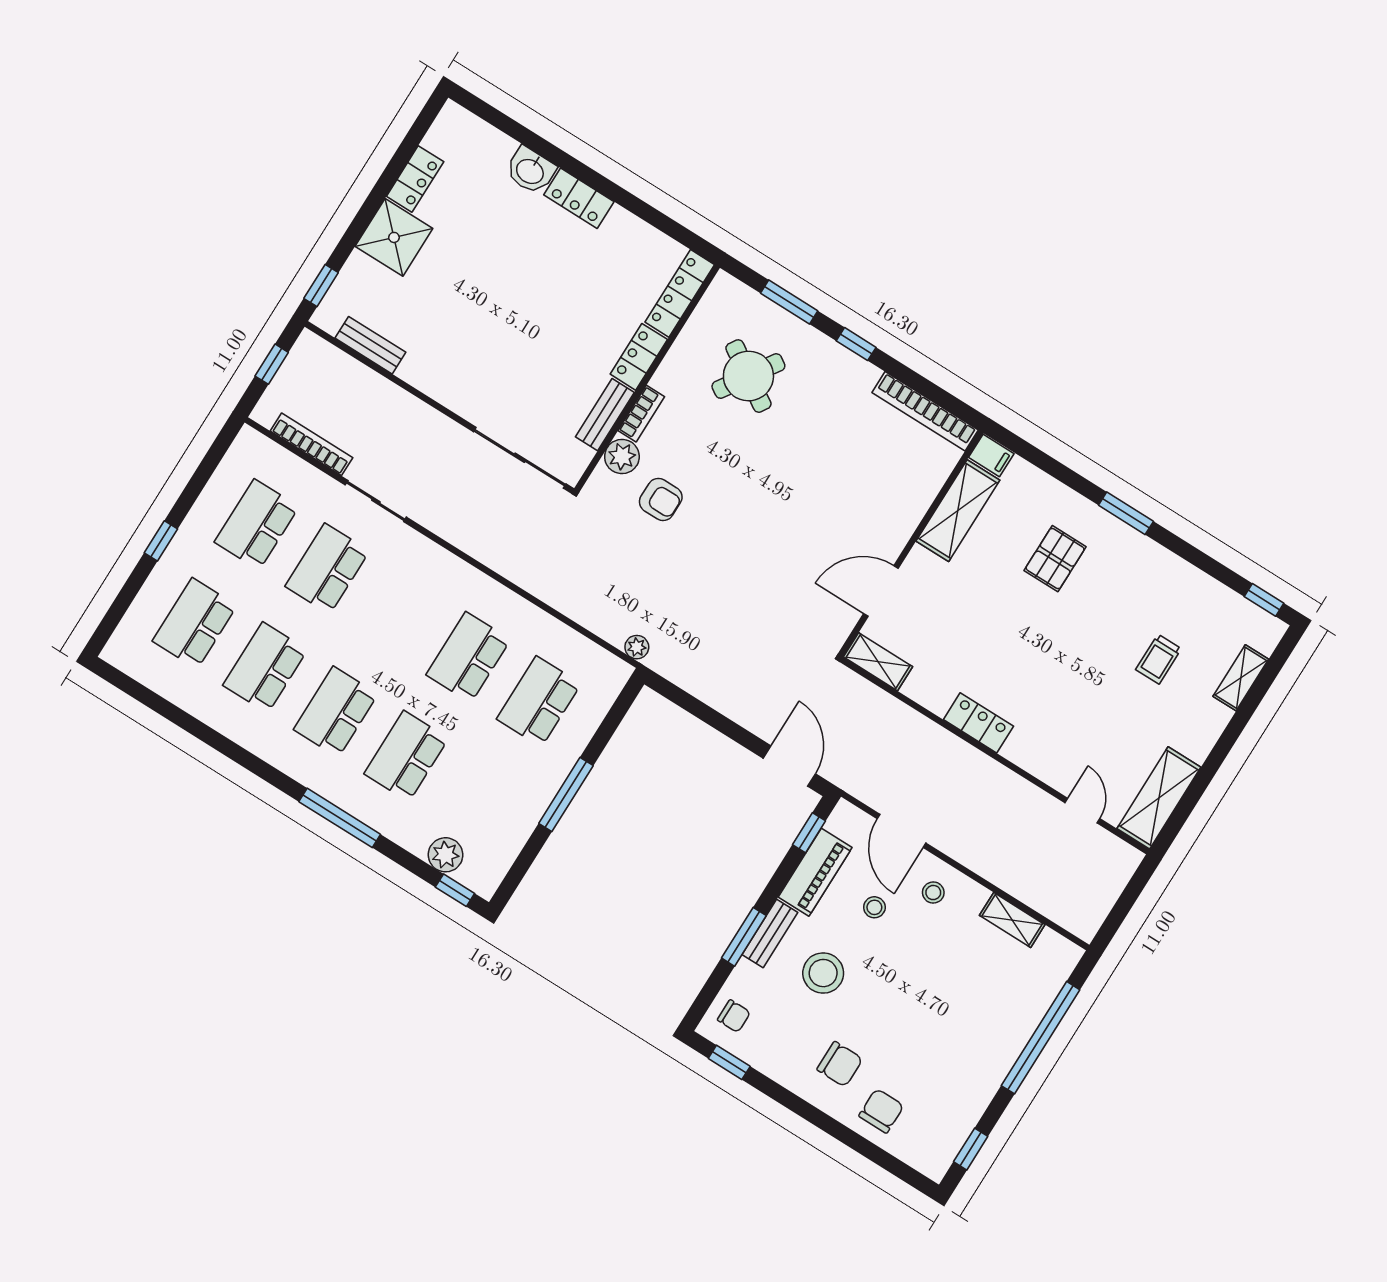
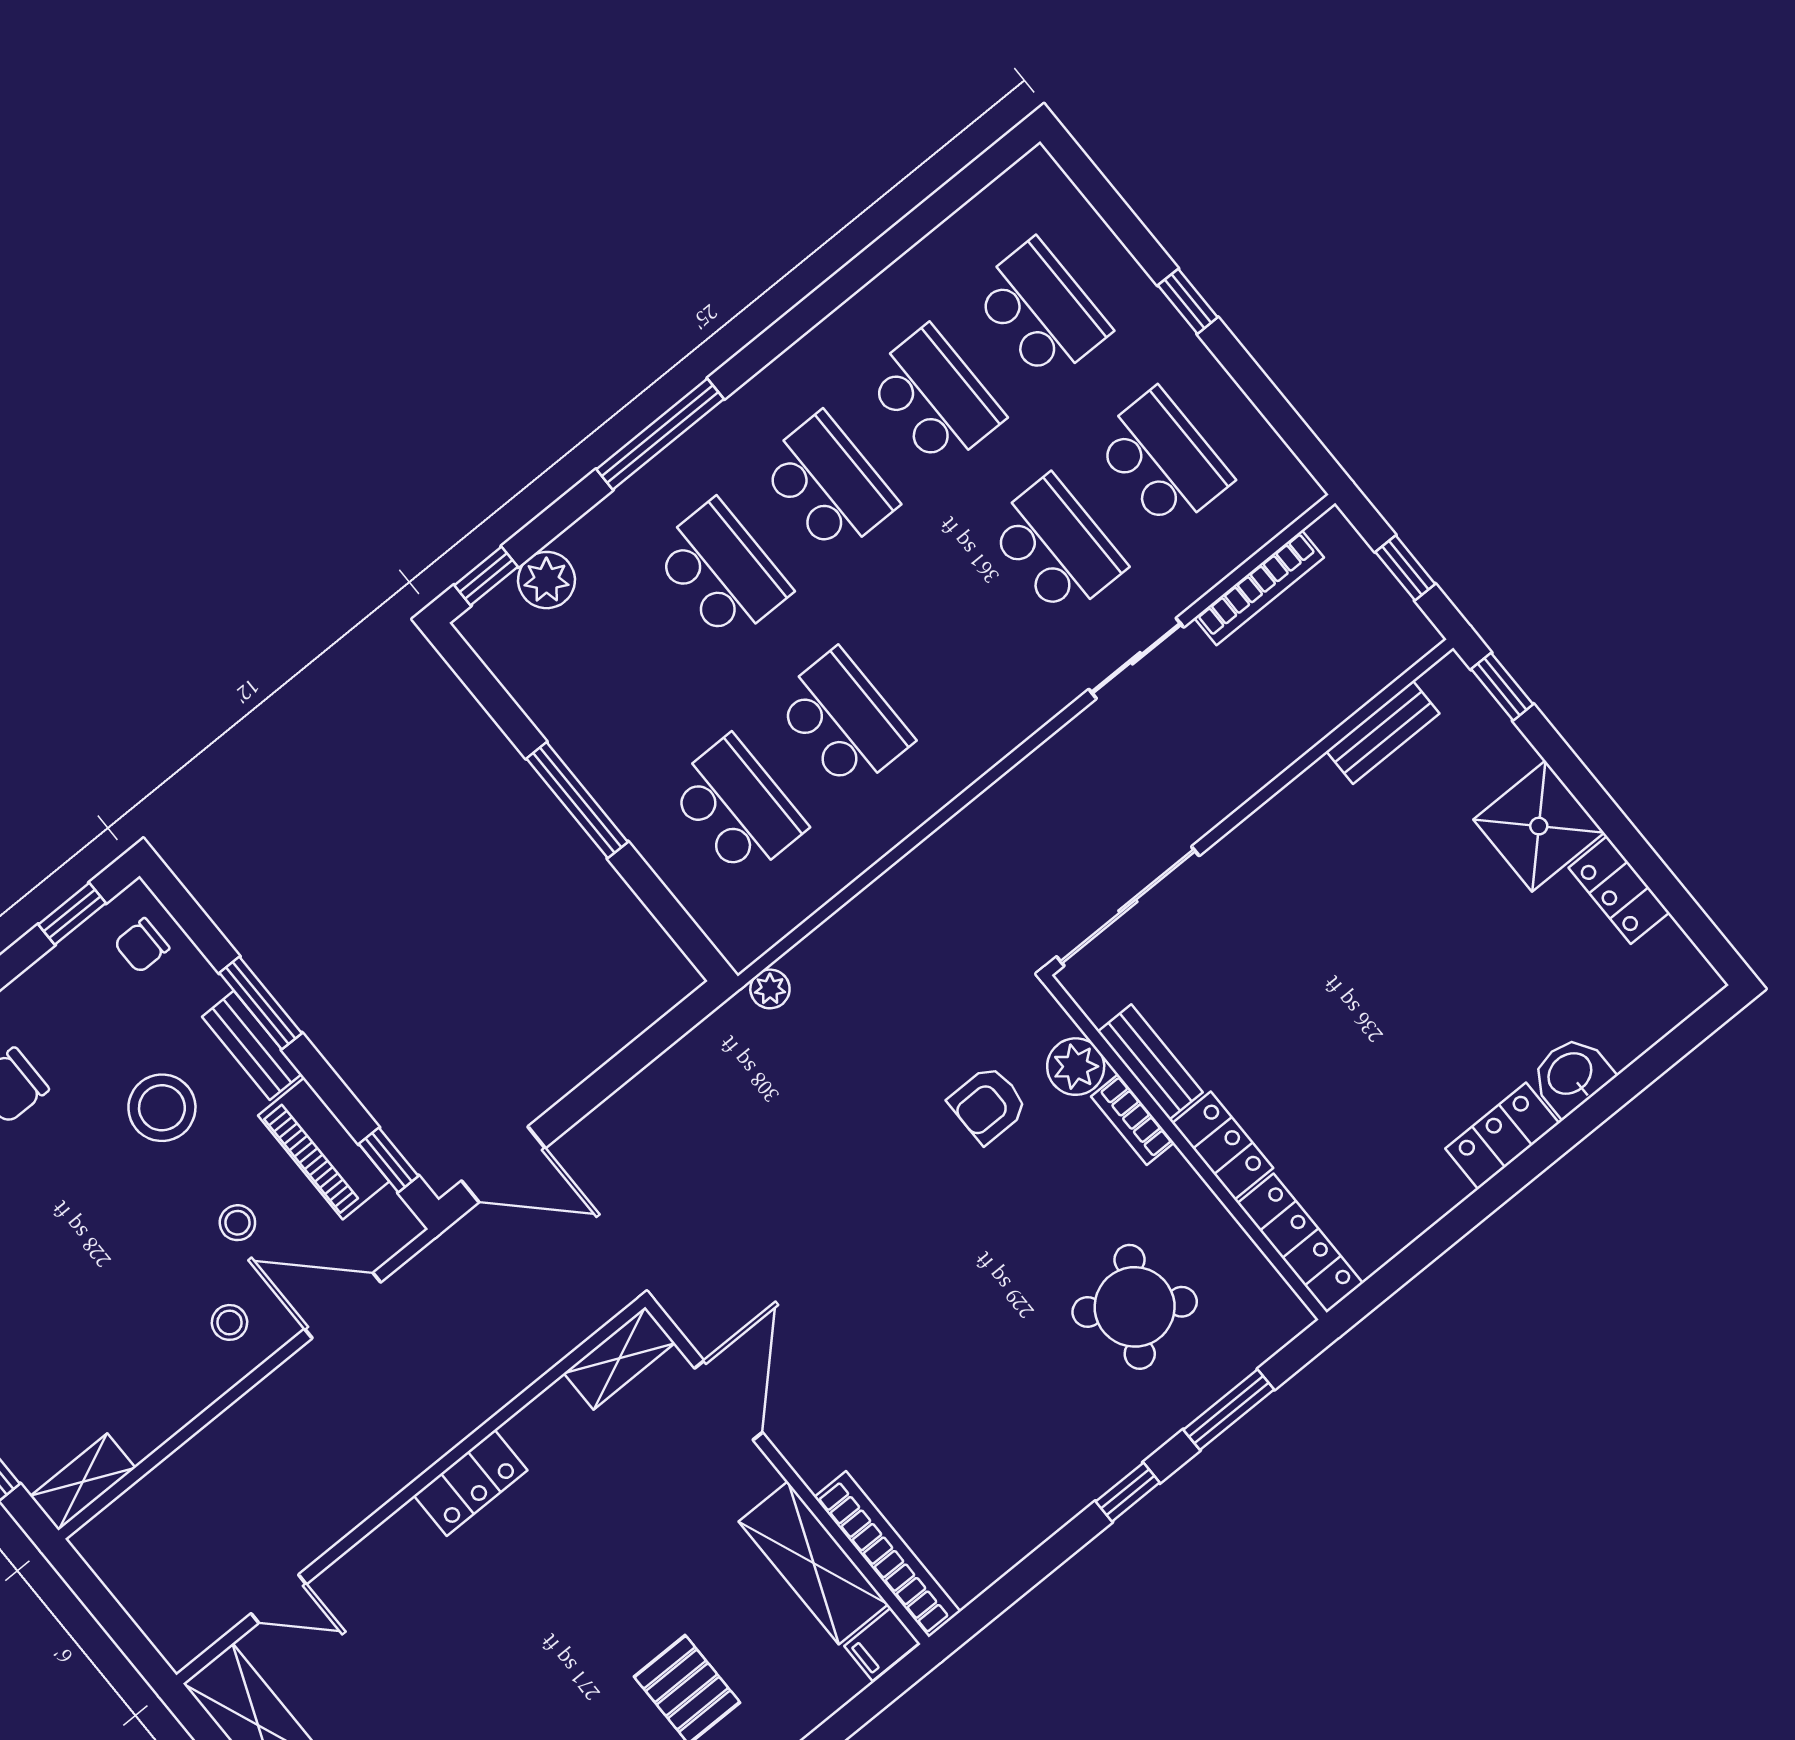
bookcase: (925, 411) -> (887, 1554), moved, turned 90
shelving: (1012, 920) -> (83, 1482), moved

